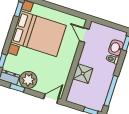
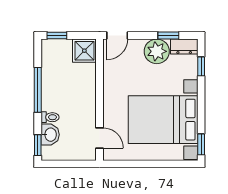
shower: (83, 74) -> (84, 51), moved
window: (111, 91) -> (38, 90), moved

